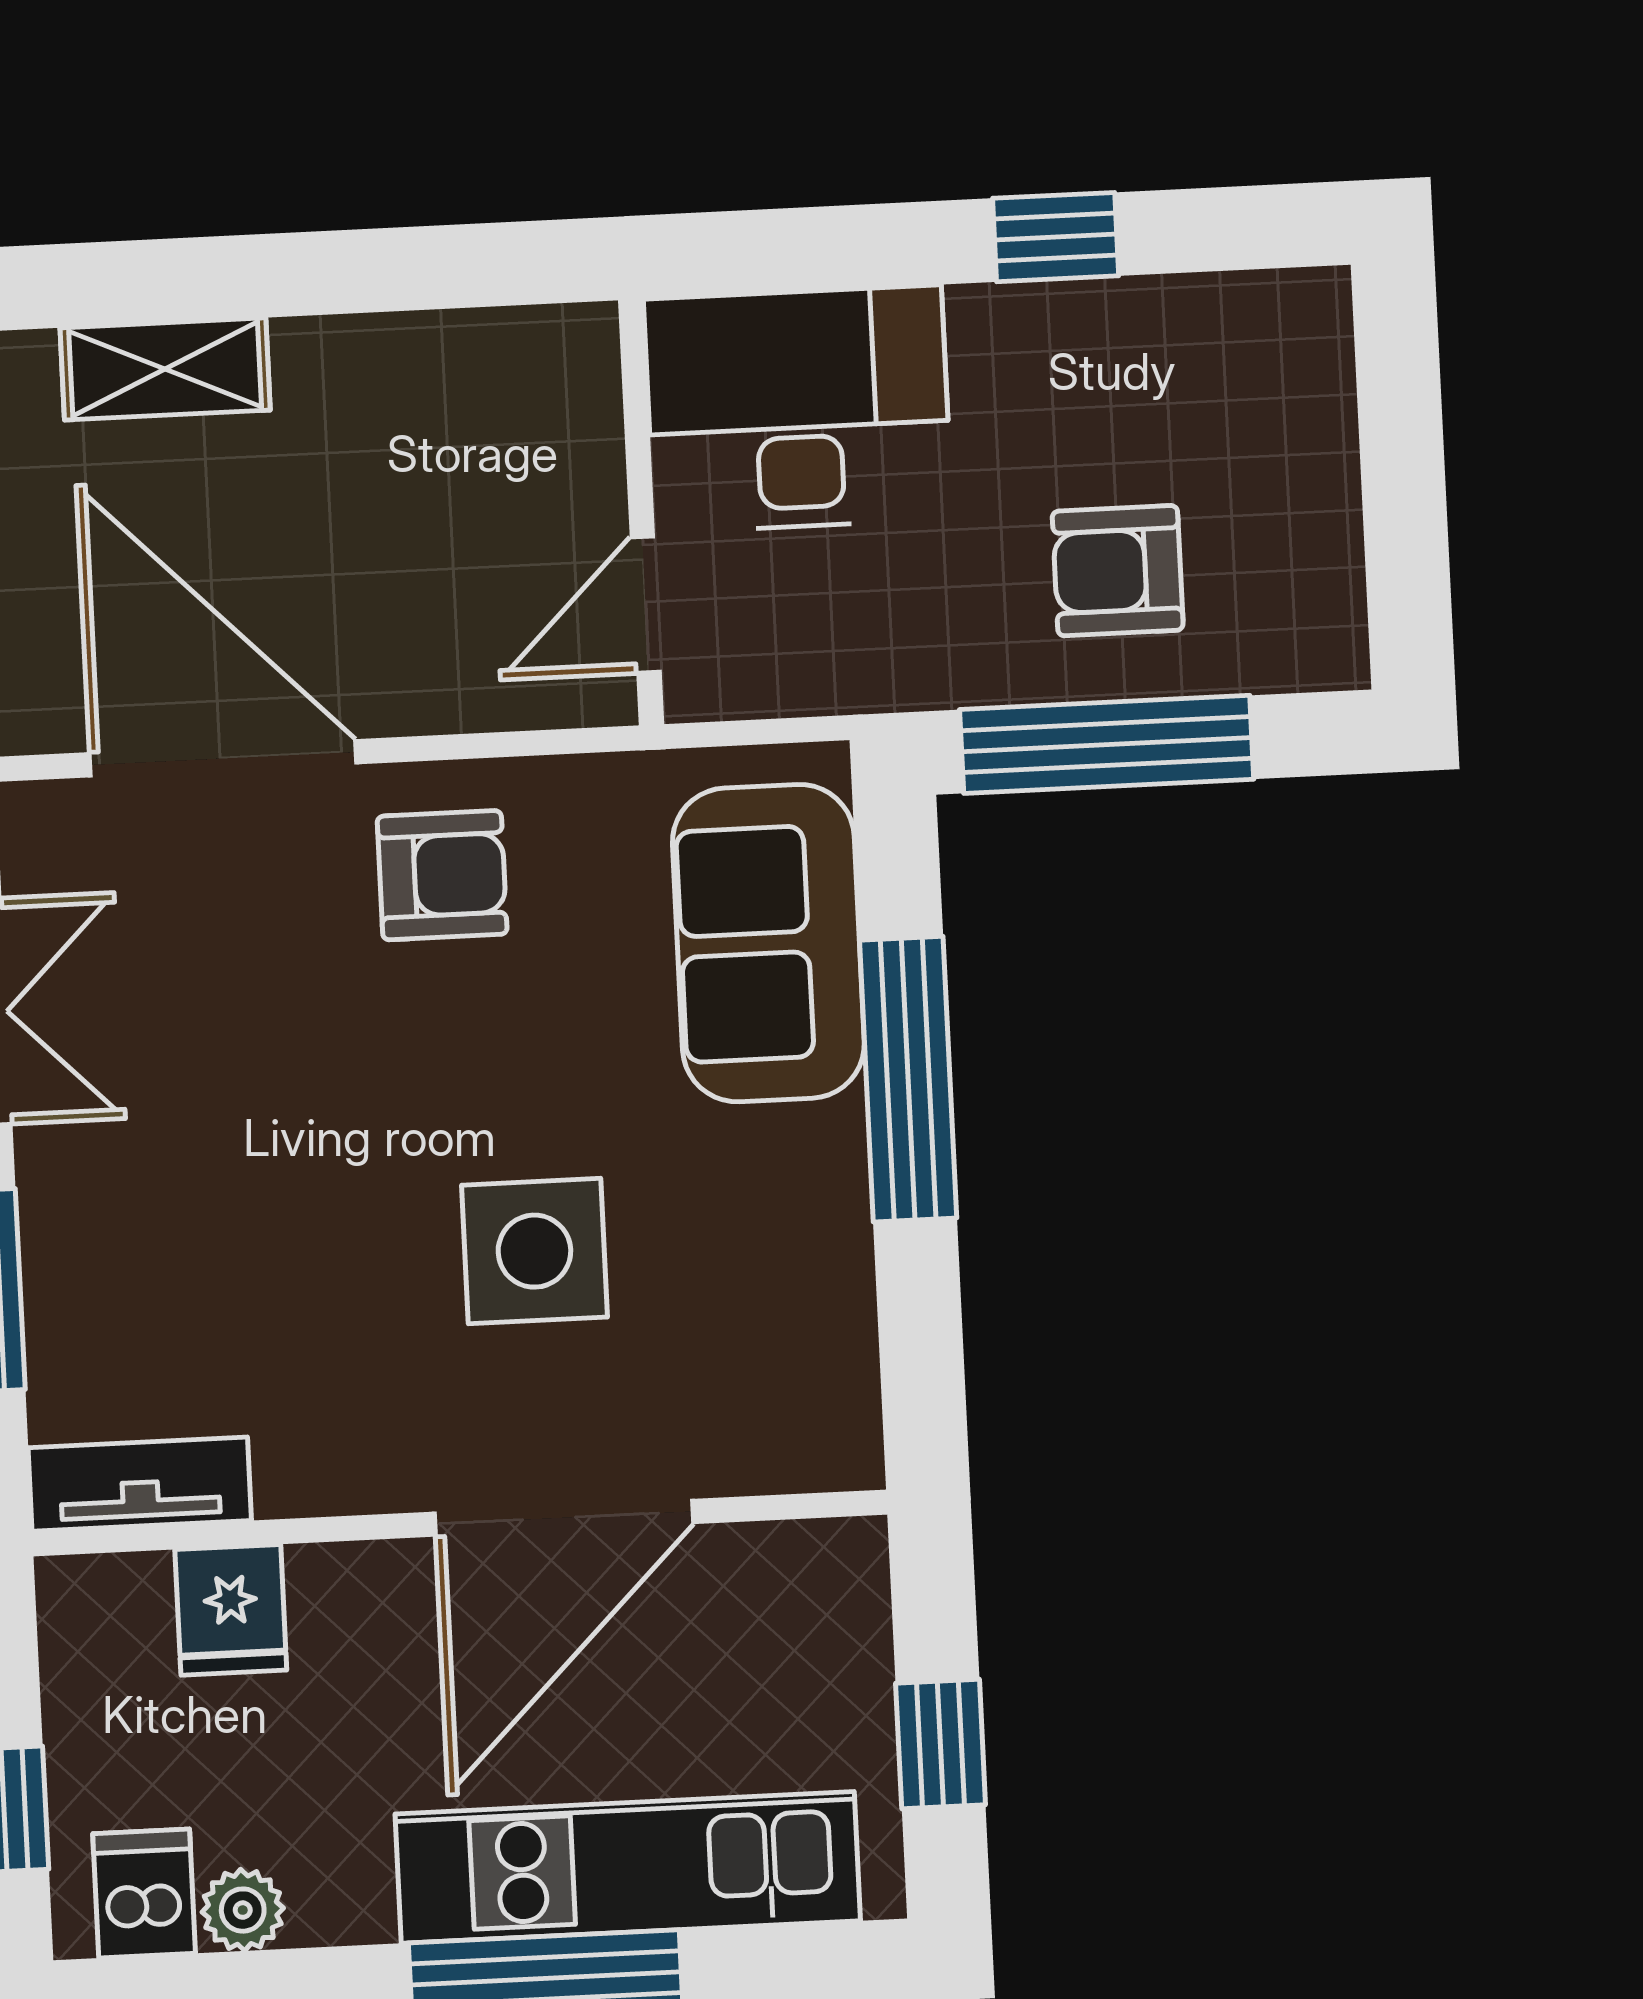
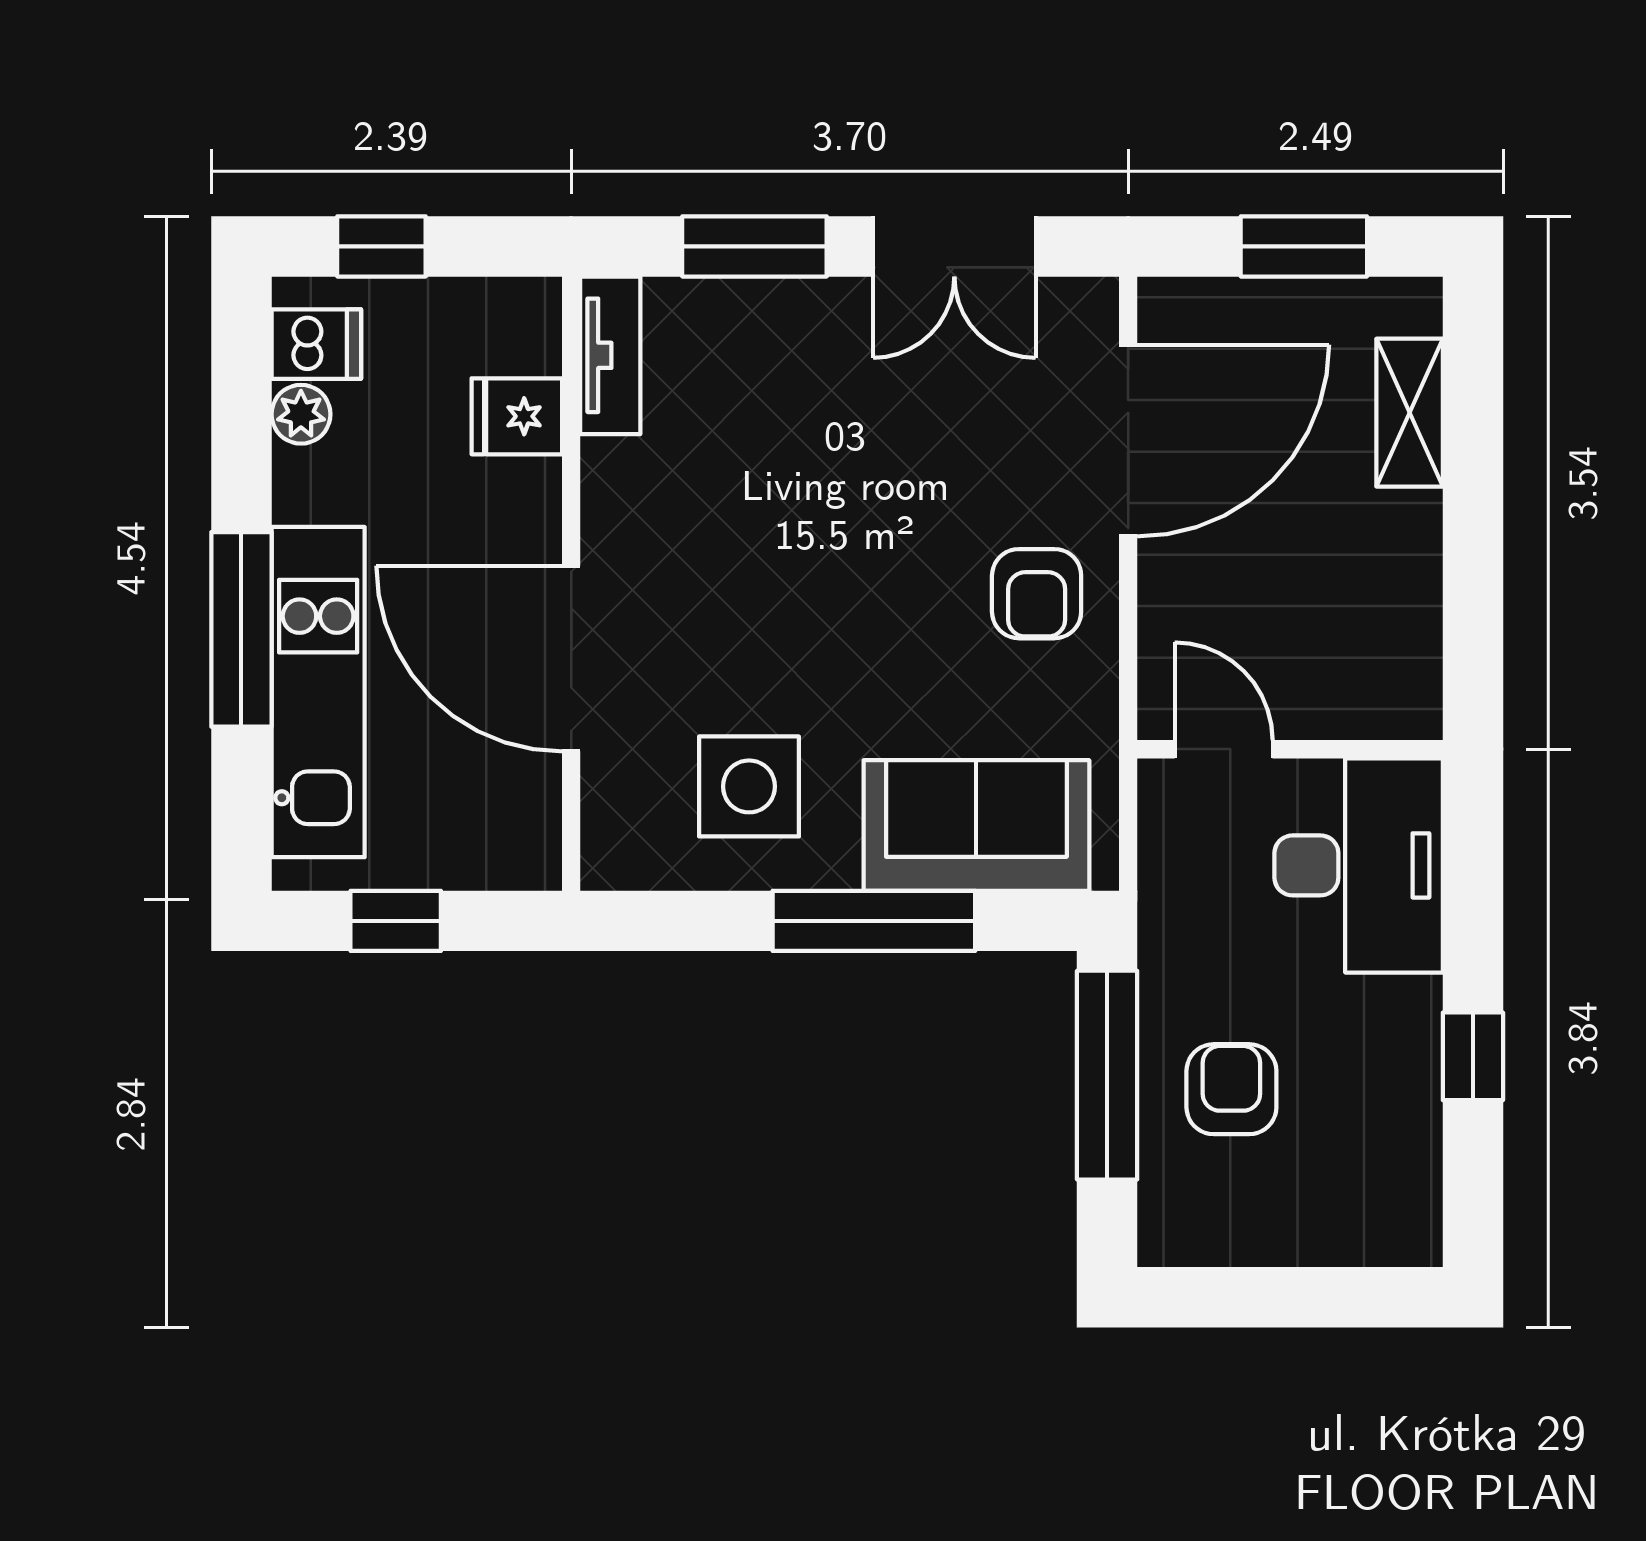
side table: (534, 1251) -> (749, 786), moved

